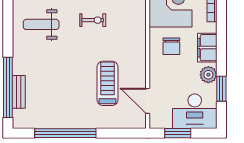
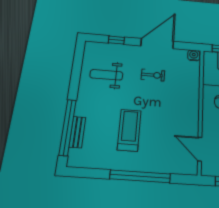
treadmill: (107, 83) -> (129, 130), moved
window: (65, 133) -> (140, 176), moved

